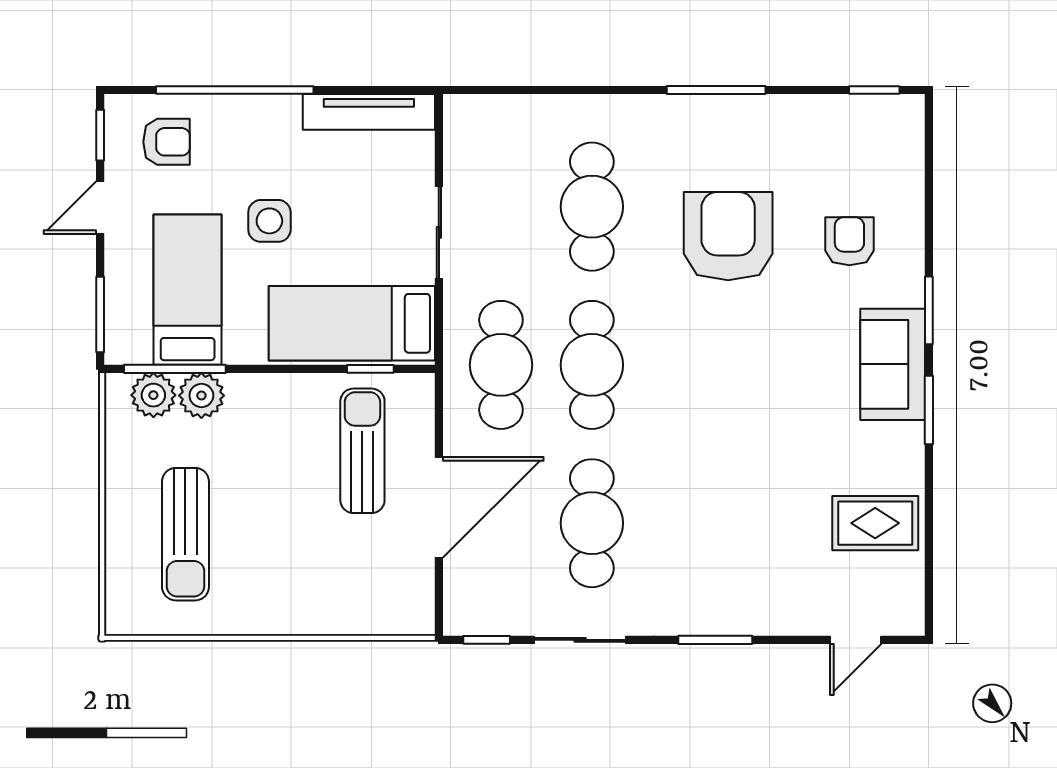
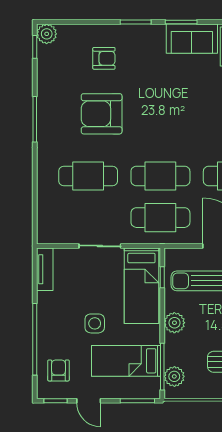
tv unit: (369, 112) -> (45, 269), width x0.71
plant: (903, 116) -> (47, 34), added
armchair: (849, 241) -> (104, 58), turned 180
sofa: (893, 364) -> (192, 39), moved
plant: (201, 396) -> (174, 323), moved

